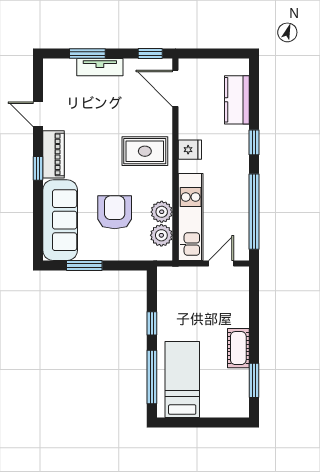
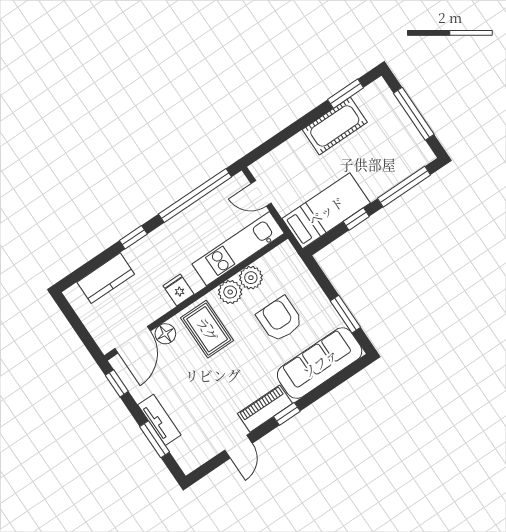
floor lamp: (163, 117) -> (165, 334), added
armchair: (115, 212) -> (280, 319), turned 90
plant: (161, 235) -> (230, 292), moved
cot: (238, 348) -> (335, 126), width x1.37, depth x1.34
bed: (182, 379) -> (326, 211), moved, turned 180
window: (203, 422) -> (414, 114), added

